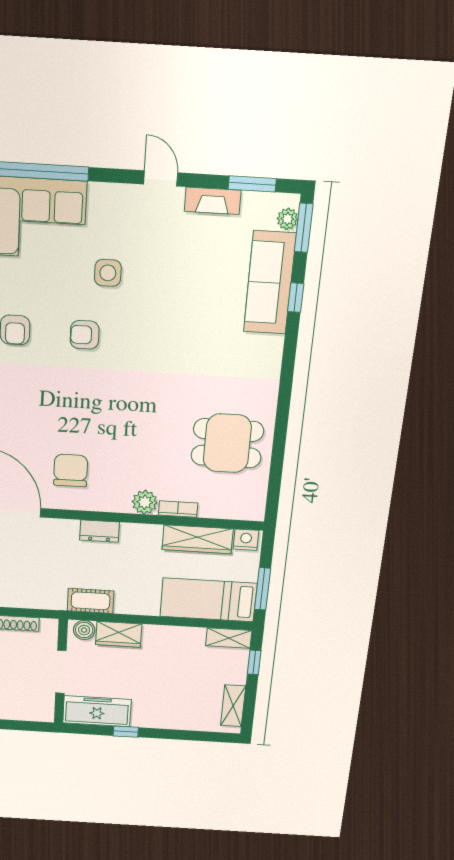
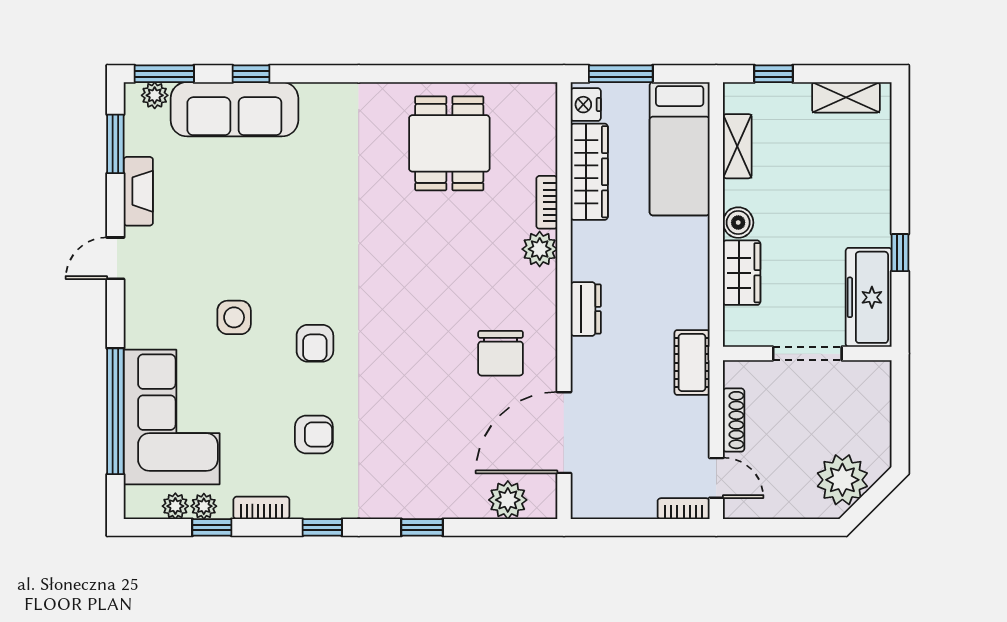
chair: (71, 470) -> (501, 353), turned -90
window: (262, 589) -> (621, 74), moved
cot: (91, 601) -> (692, 363), moved
boiler: (84, 630) -> (738, 223), moved
shelving: (229, 638) -> (737, 146), moved

